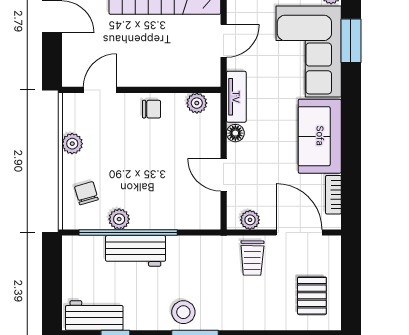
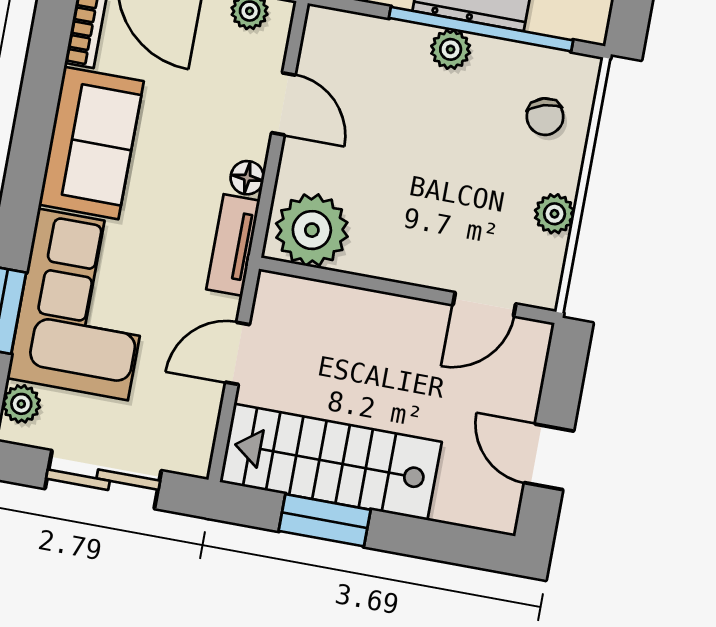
plant: (197, 103) -> (312, 230), width x1.88, depth x1.88
chair: (152, 109) -> (395, 251), removed
plant: (119, 219) -> (451, 49), moved

